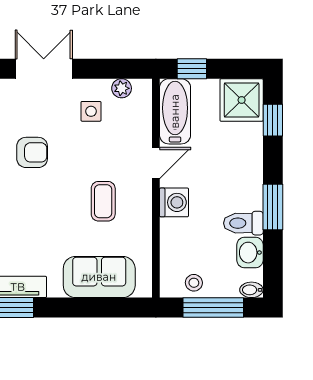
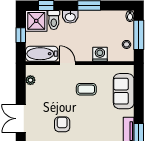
window: (192, 69) -> (21, 35), moved
side table: (91, 111) -> (42, 95), removed
washing machine: (174, 202) -> (100, 54), moved
toilet: (243, 223) -> (54, 20), moved
washbasin: (250, 253) -> (70, 17), moved

